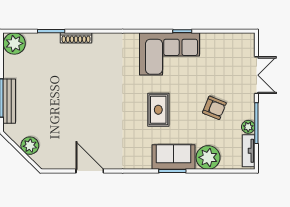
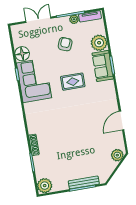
floor lamp: (211, 43) -> (22, 54), added
plant: (30, 146) -> (117, 155), moved

